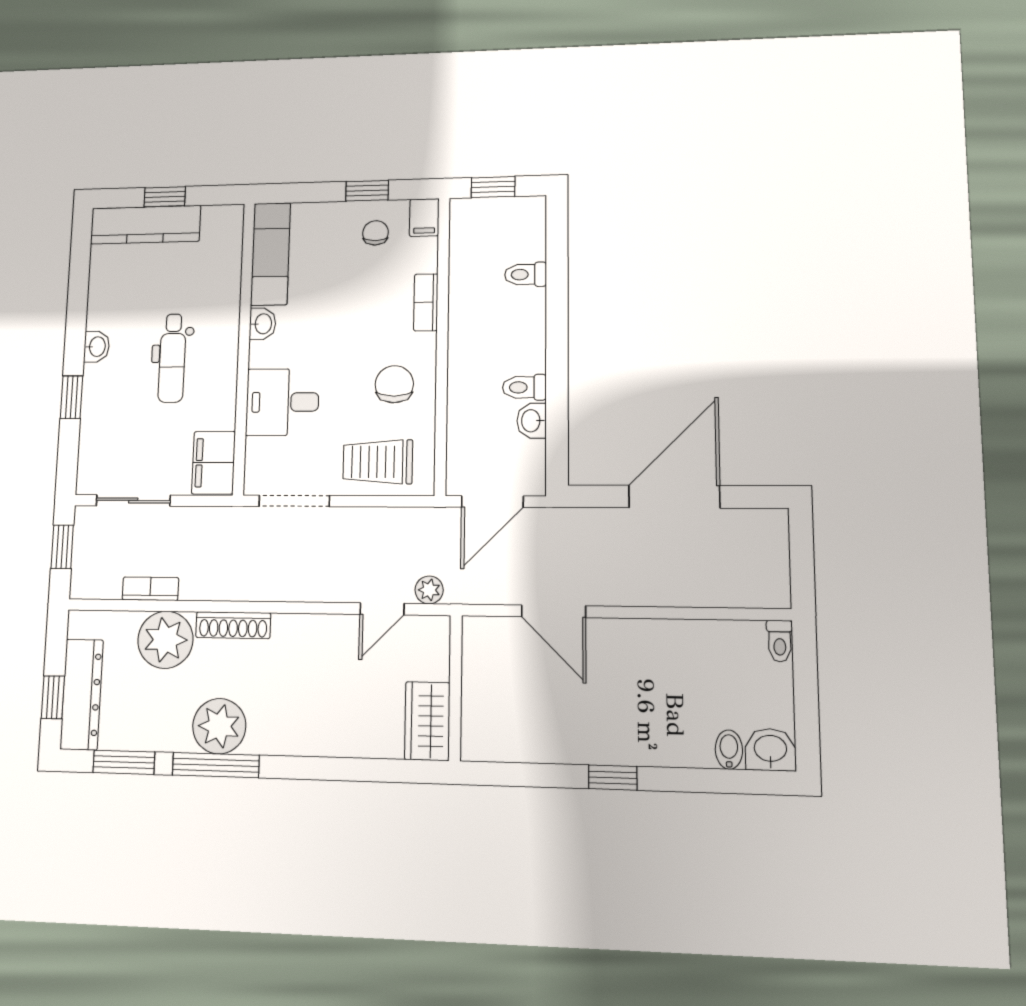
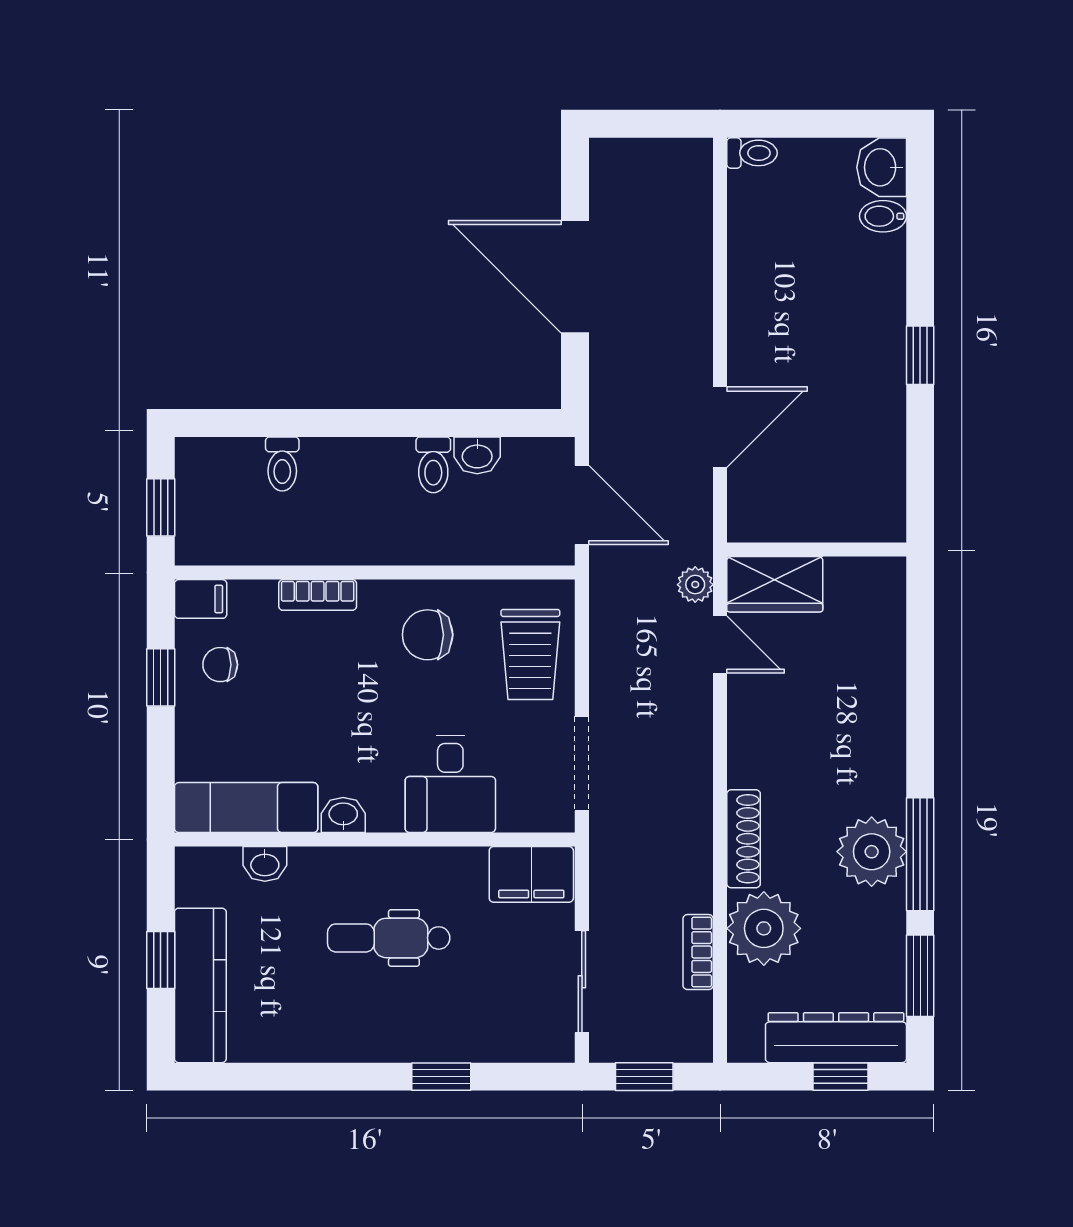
washbasin: (97, 347) -> (265, 864), moved, turned 180
dental chair: (172, 358) -> (389, 938), turned 180
wardrobe: (427, 721) -> (775, 584), moved

